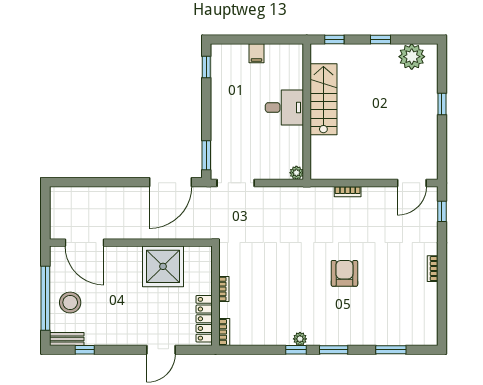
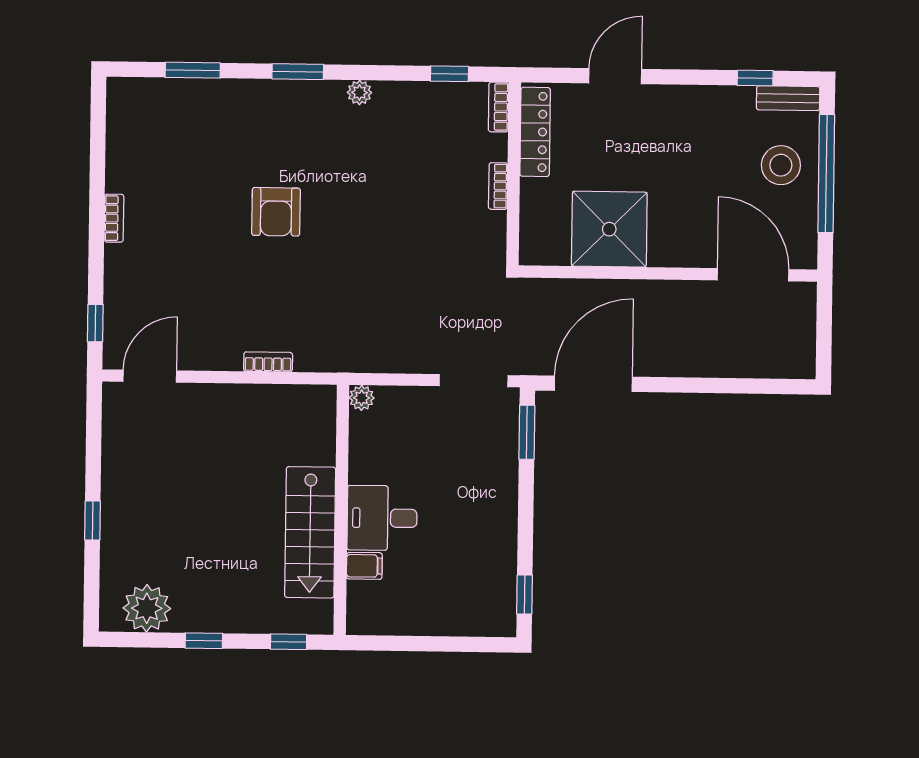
filing cabinet: (256, 53) -> (364, 566), moved, turned 90
window: (296, 350) -> (449, 74), moved

